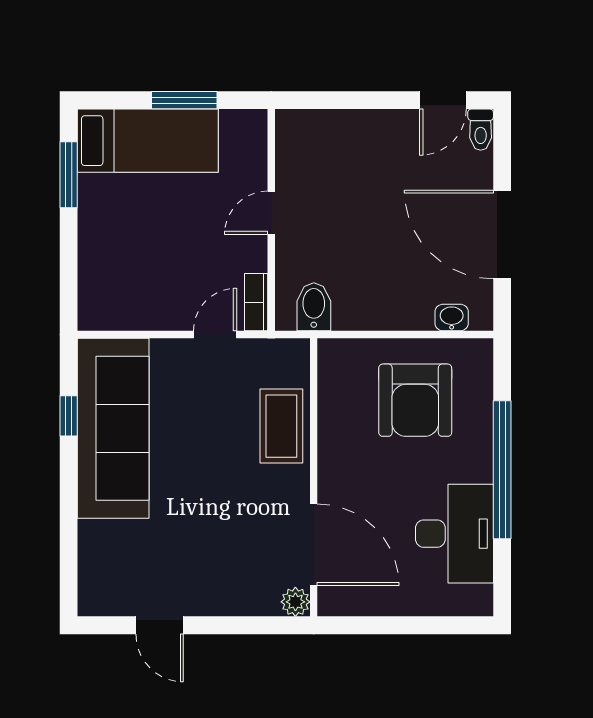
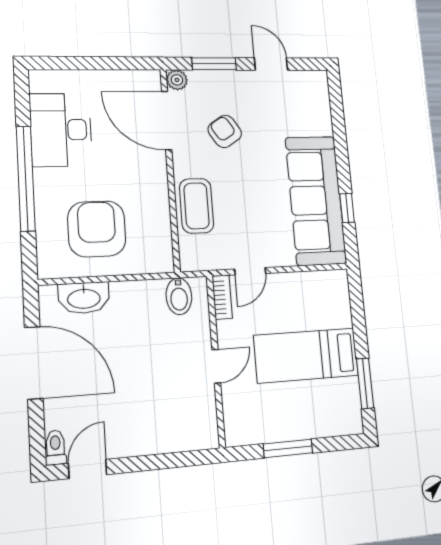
bed: (148, 141) -> (306, 355), moved
washbasin: (452, 318) -> (84, 298), width x1.91, depth x1.45
armchair: (234, 528) -> (225, 131), added
window: (242, 625) -> (214, 64), added

